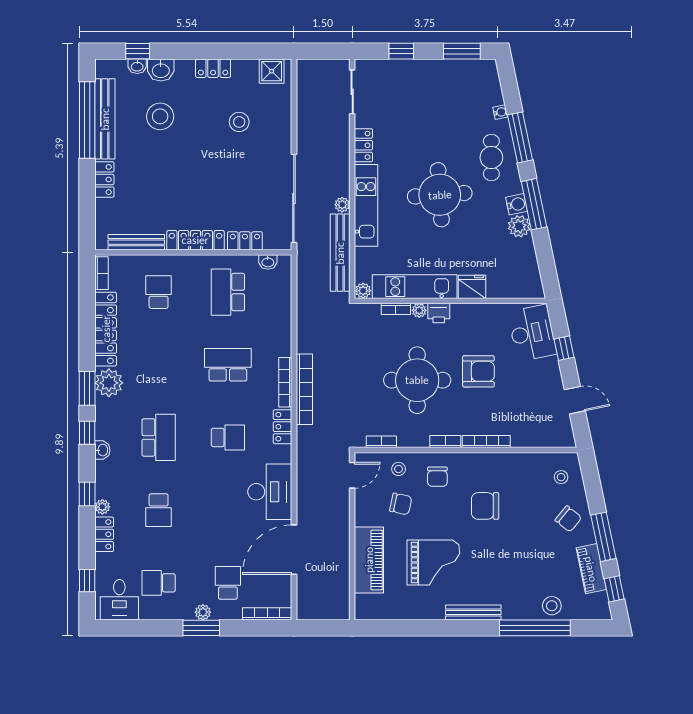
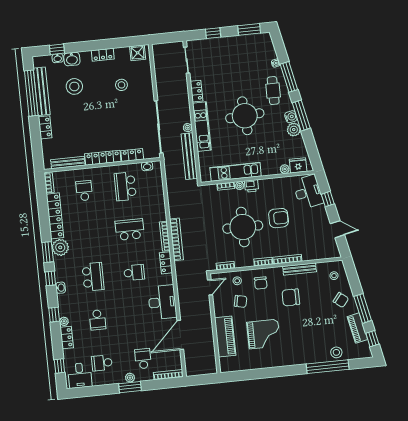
fridge: (472, 287) -> (298, 165), moved
plant: (363, 291) -> (285, 169), moved
bench: (473, 612) -> (300, 269), moved

